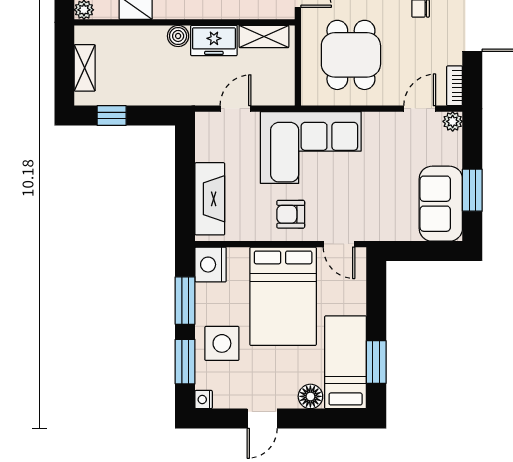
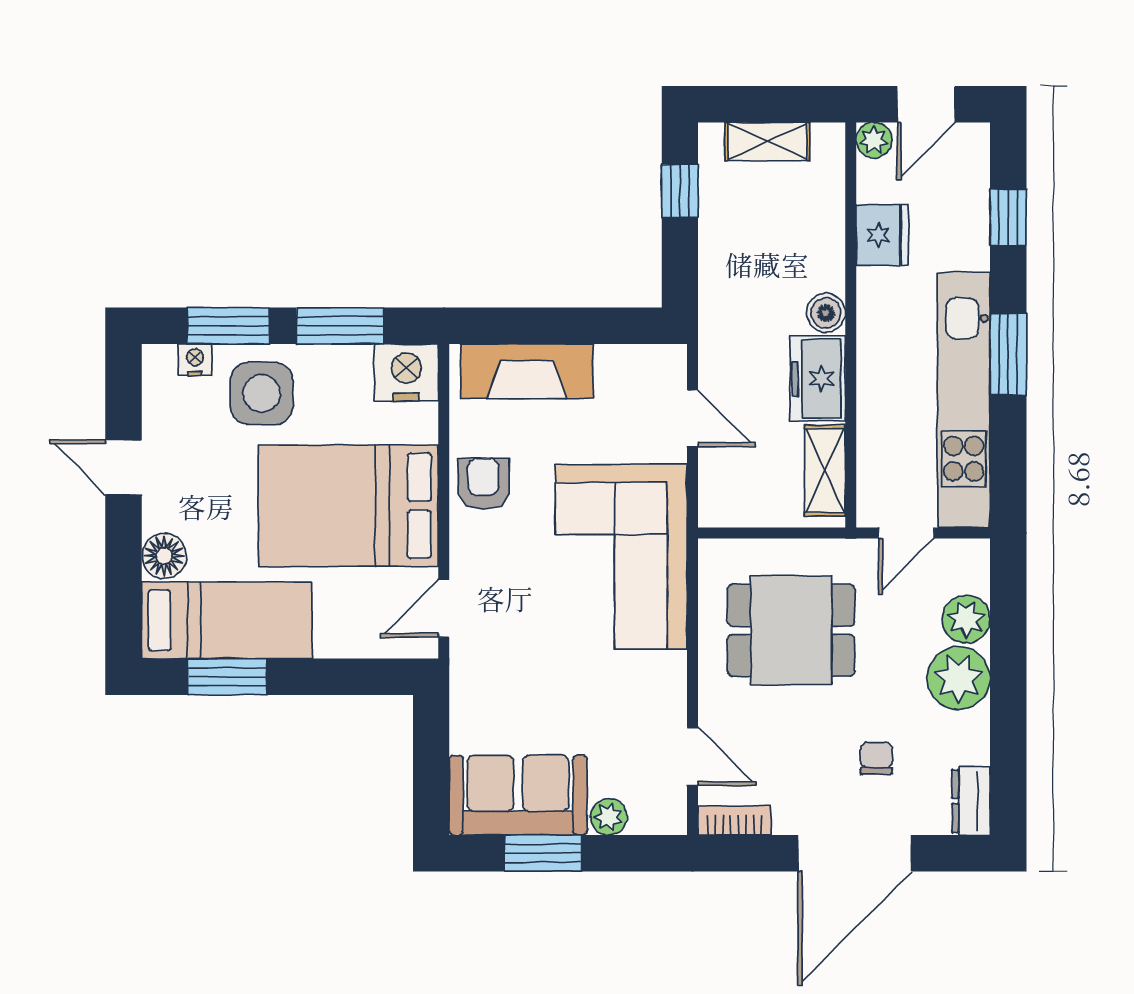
plant: (453, 121) -> (609, 817), moved
armchair: (291, 214) -> (483, 484), moved
nightstand: (204, 400) -> (195, 360), moved

